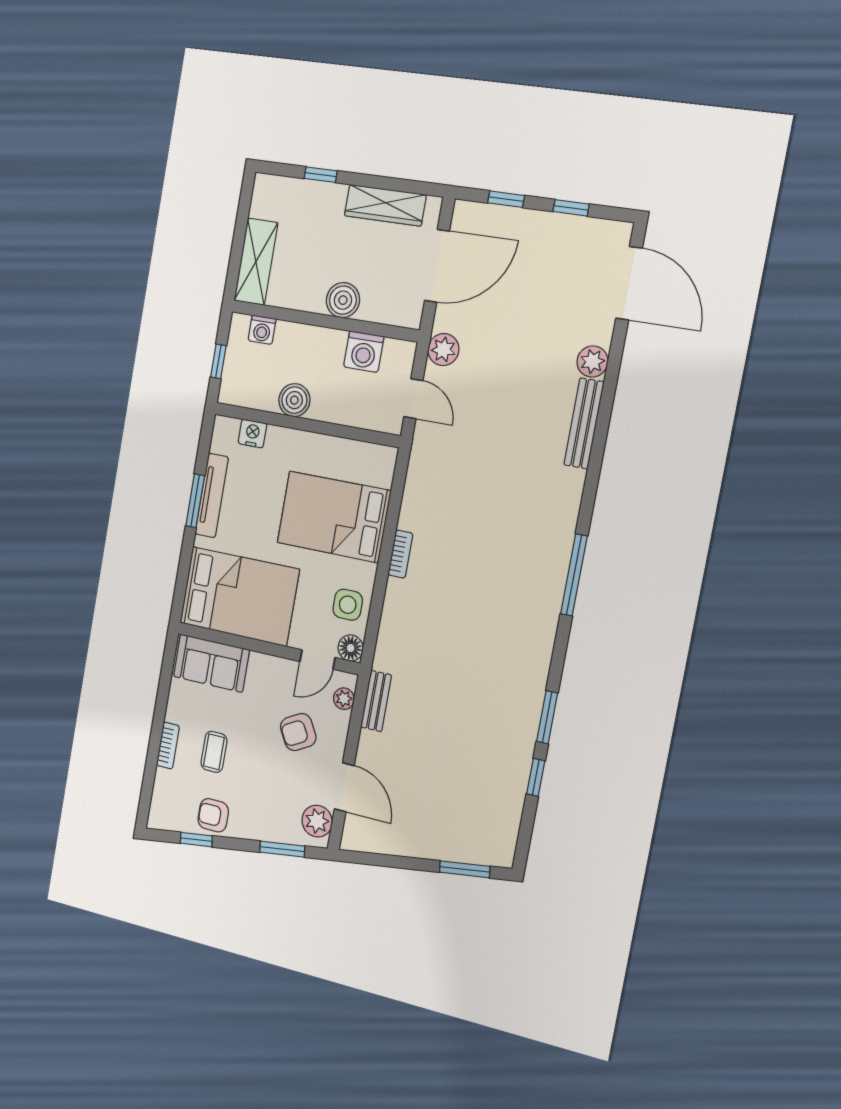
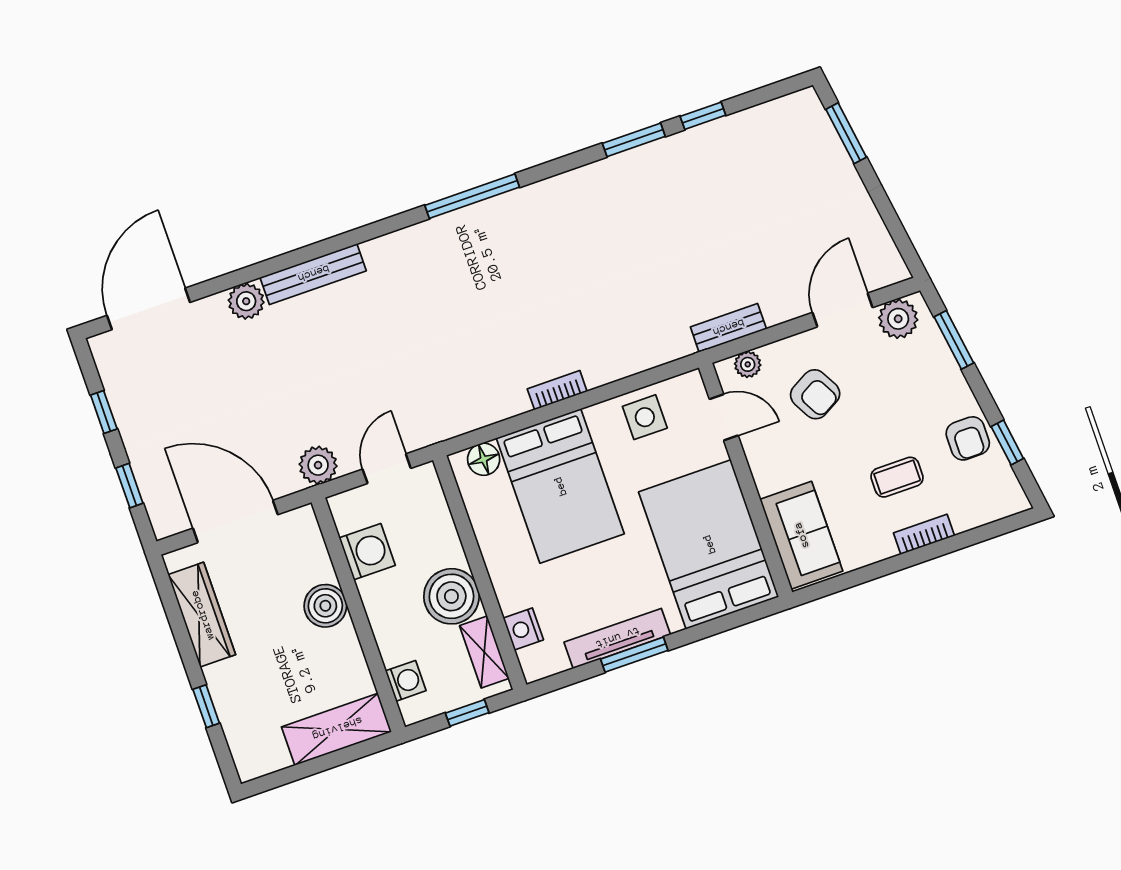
shelving: (252, 397) -> (484, 652), added
boiler: (294, 400) -> (451, 596), width x1.37, depth x1.37
floor lamp: (351, 648) -> (484, 459), moved

